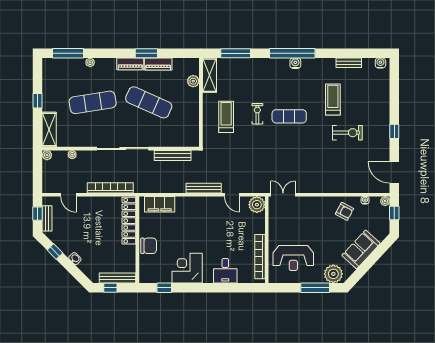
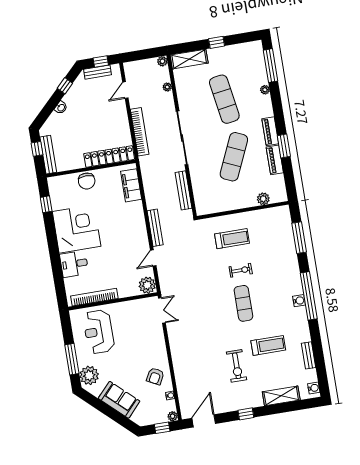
shelving: (210, 75) -> (281, 396), moved
corner desk: (187, 268) -> (77, 229), width x1.36, depth x1.36

